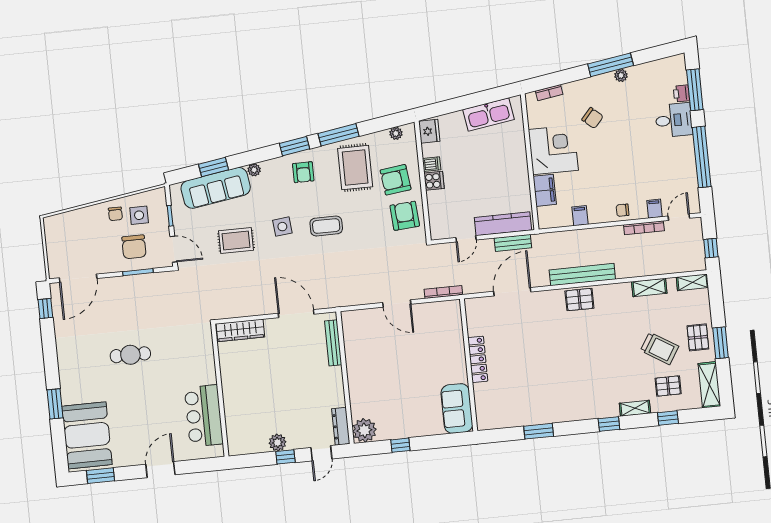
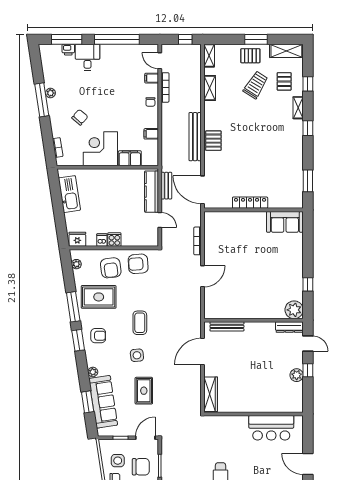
locker: (478, 359) -> (250, 203), moved
wall: (469, 365) -> (254, 210), moved
sofa: (457, 408) -> (285, 222), moved

